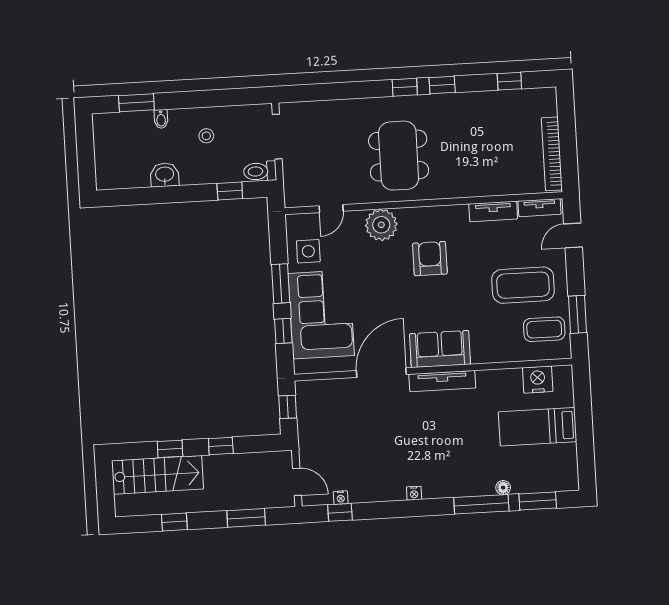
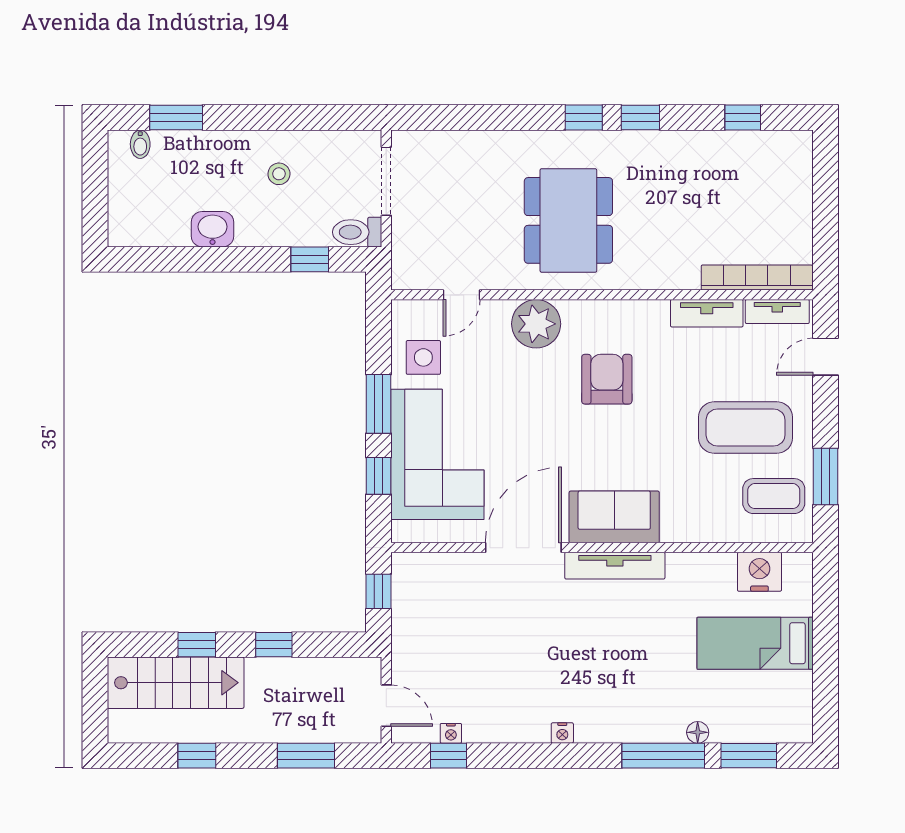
bidet: (161, 119) -> (140, 144), moved
bookcase: (552, 154) -> (757, 278), moved, turned 90

